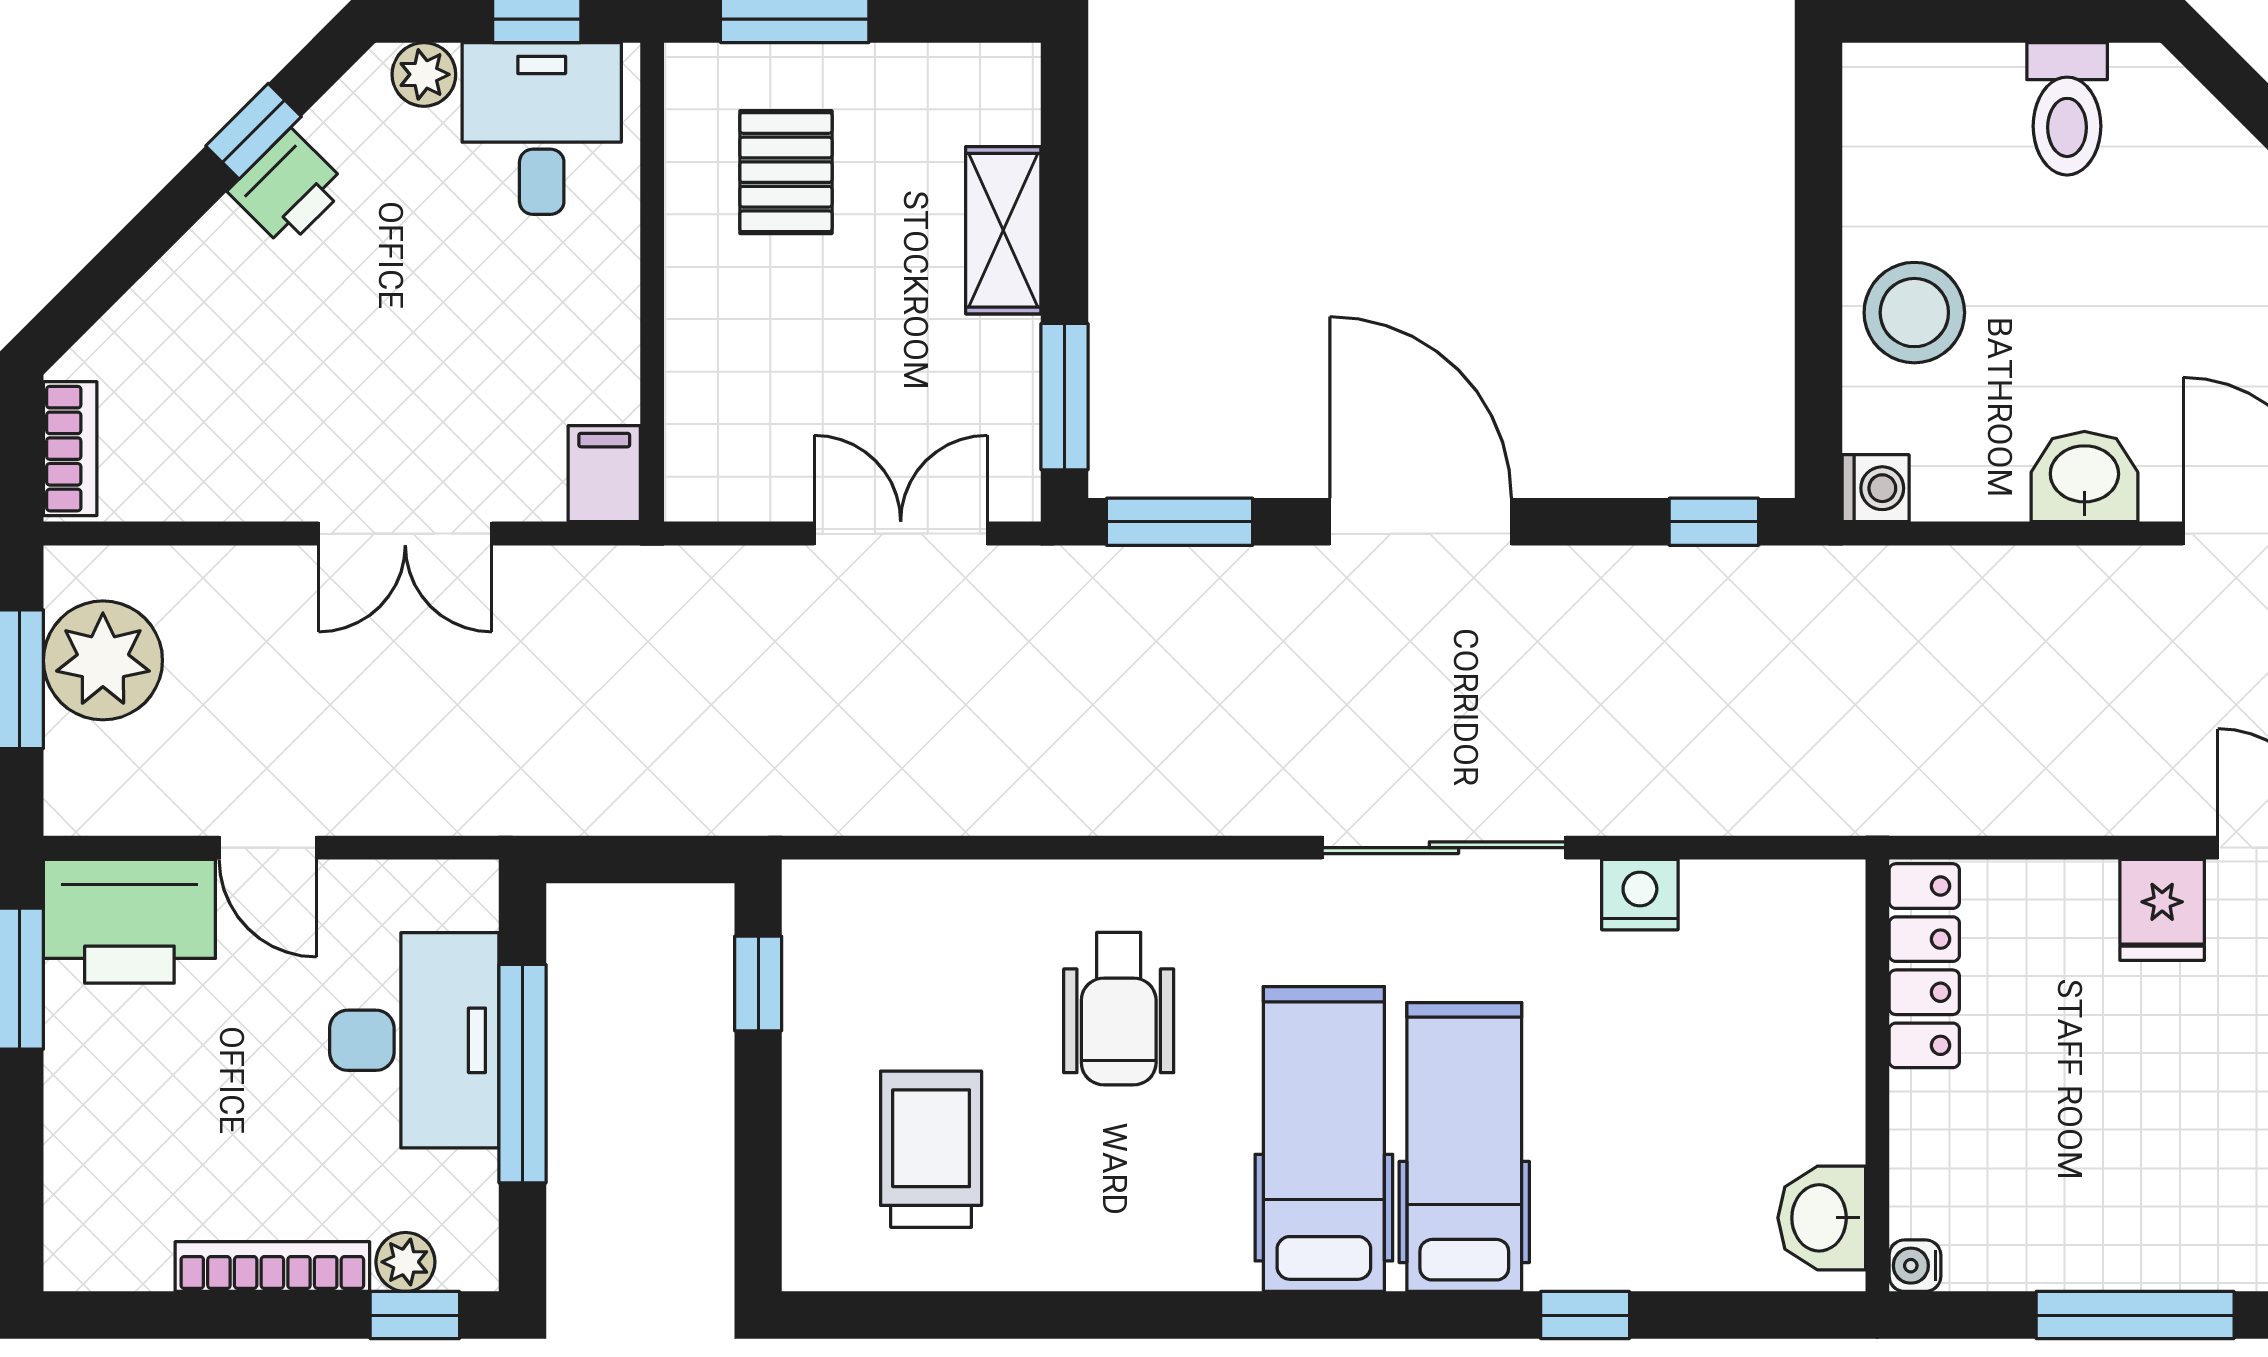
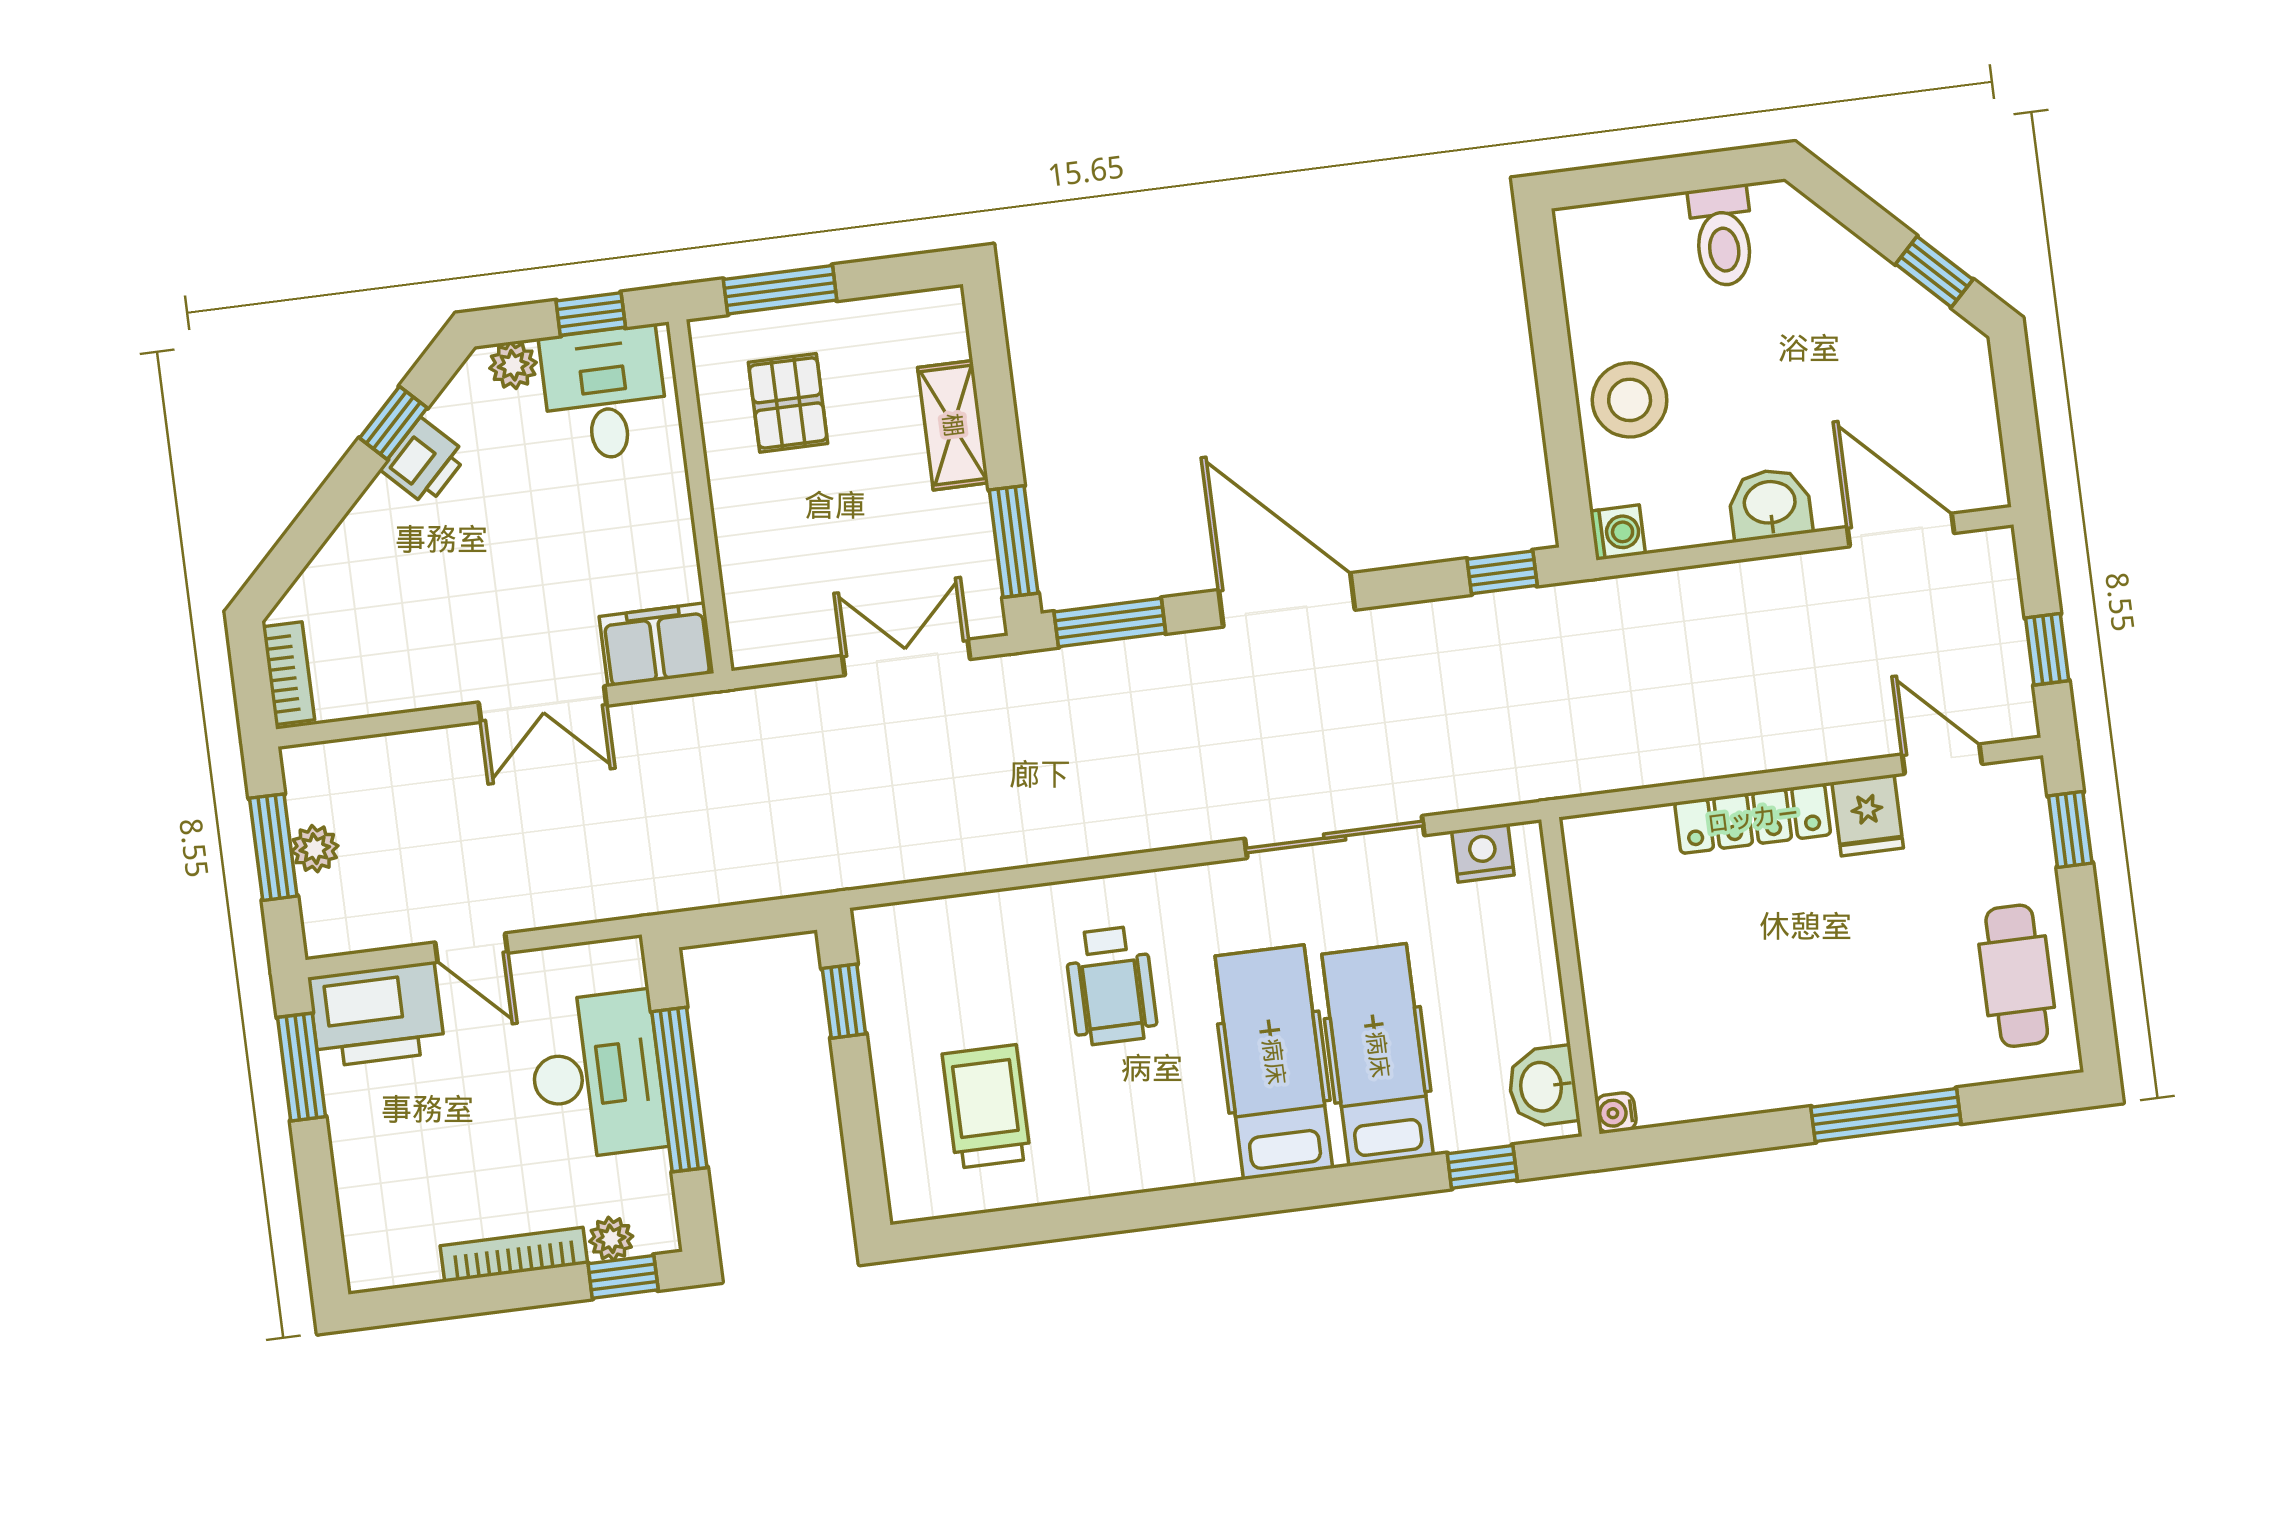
filing cabinet: (604, 474) -> (657, 645), width x2.00
plant: (103, 660) -> (315, 849), width x0.53, depth x0.53
locker: (1924, 966) -> (1753, 818), moved, turned 90
wall: (1877, 1075) -> (1570, 977), moved
washbasin: (1822, 1218) -> (1543, 1087), moved
water cooler: (1915, 1266) -> (1616, 1113), moved

